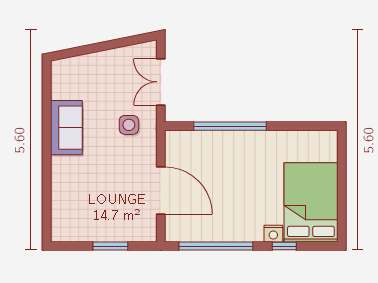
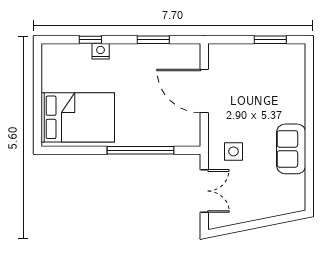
bed: (311, 202) -> (78, 117), moved, turned -90
window: (110, 246) -> (270, 40), moved
window: (216, 246) -> (153, 40), width x0.47

